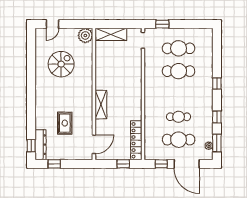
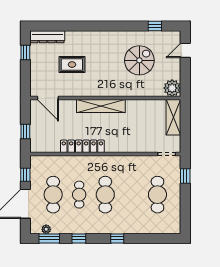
door: (52, 24) -> (185, 50), hinge flipped
spiral stairs: (61, 64) -> (139, 60), turned -90
cafe table: (179, 71) -> (105, 195), moved
shelving: (101, 105) -> (101, 106), width x1.47
locker: (136, 140) -> (82, 146), moved
window: (31, 146) -> (155, 26), moved

